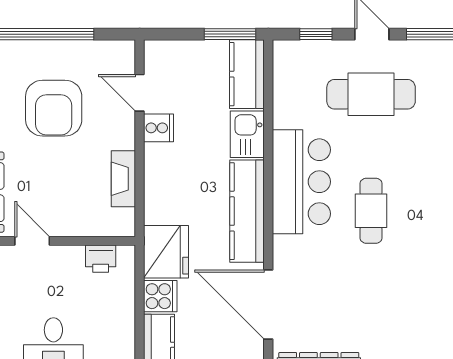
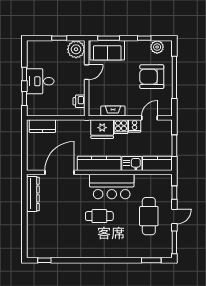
window: (230, 34) -> (174, 146), moved
armchair: (54, 108) -> (152, 77), moved
fridge: (166, 252) -> (102, 129), moved
cooker: (160, 296) -> (121, 127), moved

